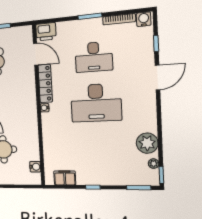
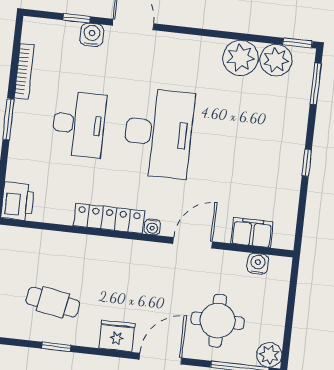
water cooler: (144, 19) -> (92, 35), moved, turned 90
door: (36, 54) -> (193, 243), moved
plant: (154, 164) -> (276, 60), width x1.88, depth x1.88
filing cabinet: (65, 178) -> (252, 233), moved, turned 90

